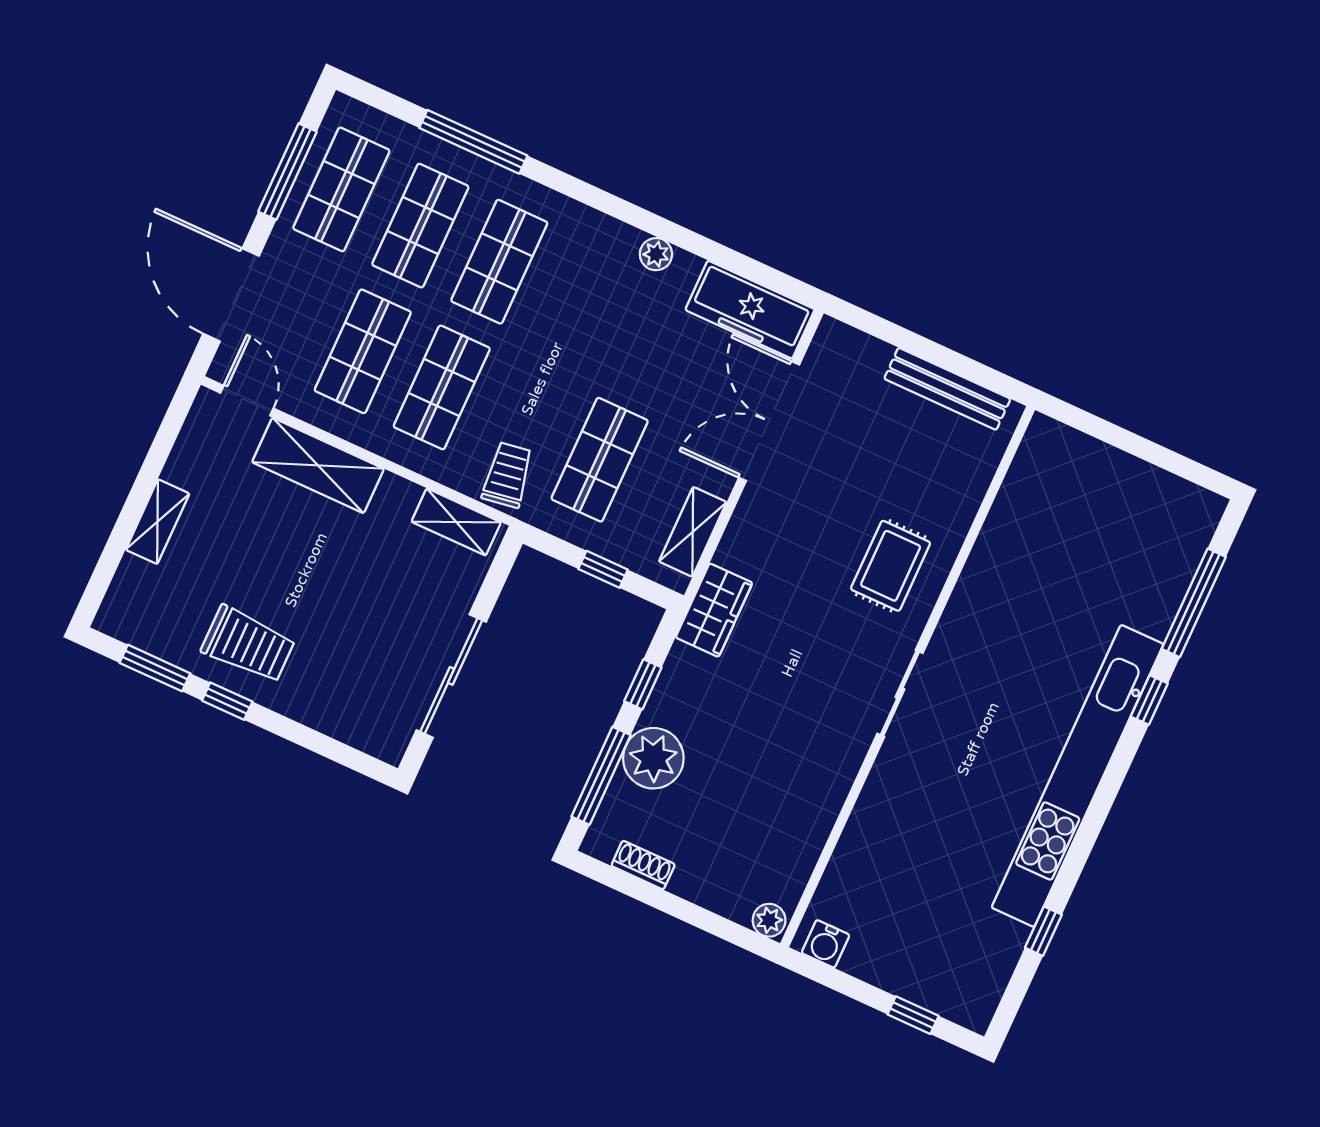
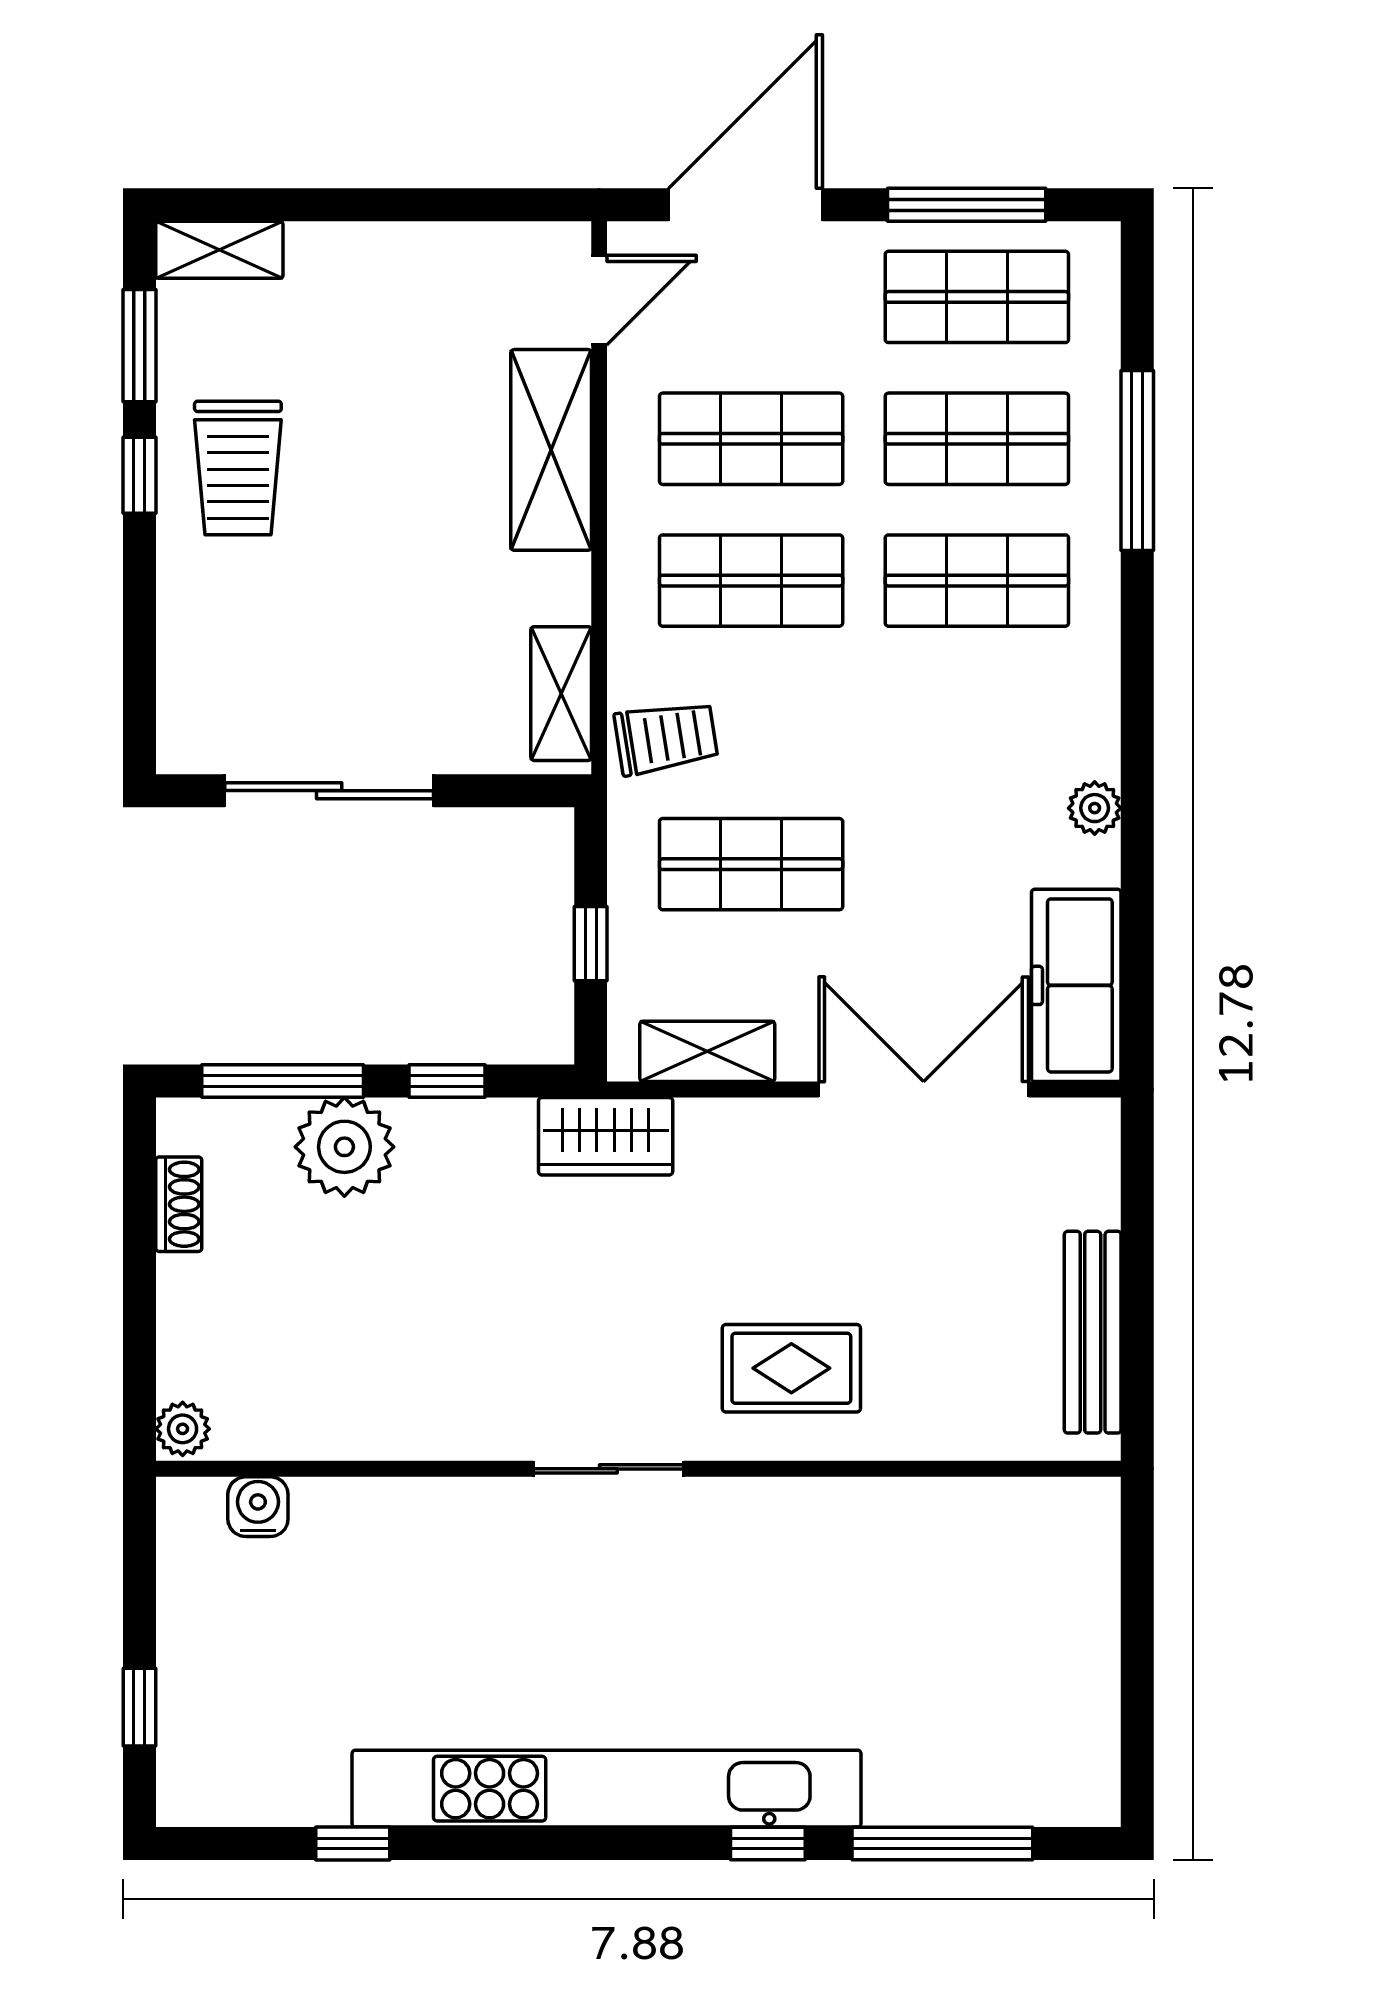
shelving: (158, 522) -> (219, 250), moved
water cooler: (826, 944) -> (258, 1507), moved, turned 90

